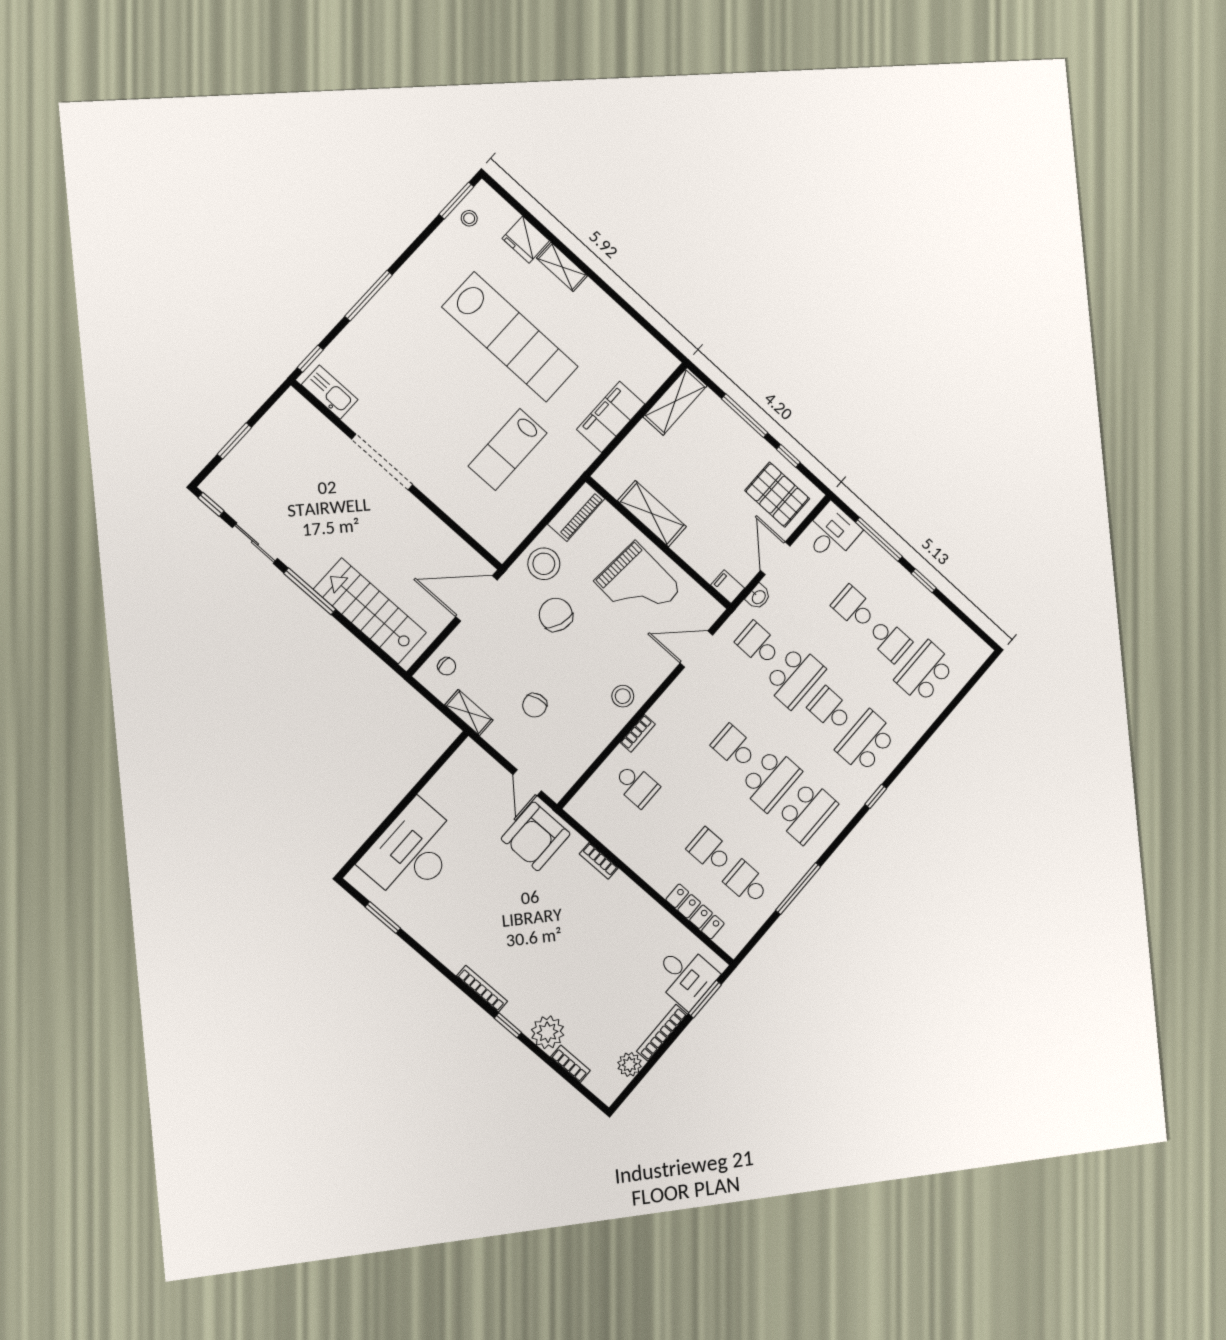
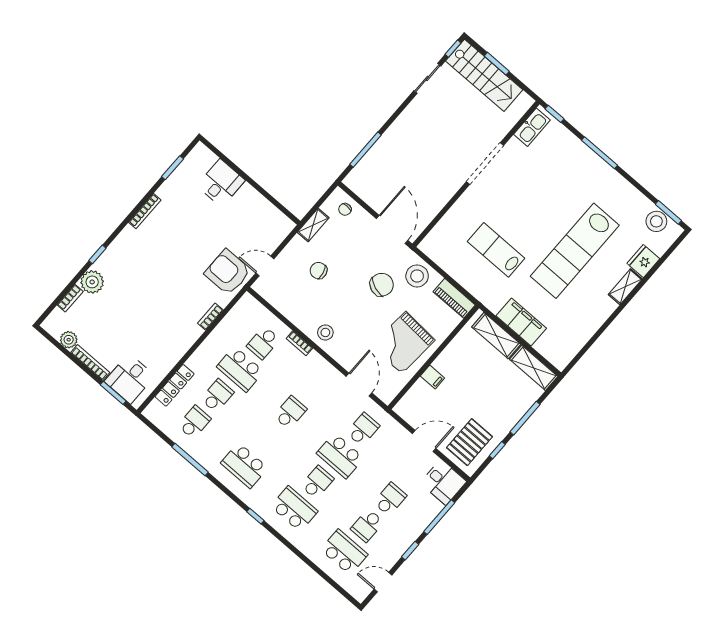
stool: (469, 218) -> (656, 221), width x1.89, depth x1.89
shelving: (652, 514) -> (496, 336), moved, turned 90
filing cabinet: (728, 587) -> (432, 377), moved, turned 90
window: (310, 591) -> (365, 150), moved
washbasin: (758, 597) -> (397, 429), removed
stairs: (370, 611) -> (484, 75), moved, turned 90
door: (965, 619) -> (383, 582), added
school desk: (771, 780) -> (240, 369), moved
desk: (412, 852) -> (221, 183), width x0.53, depth x0.77
bookcase: (482, 989) -> (145, 211), moved

